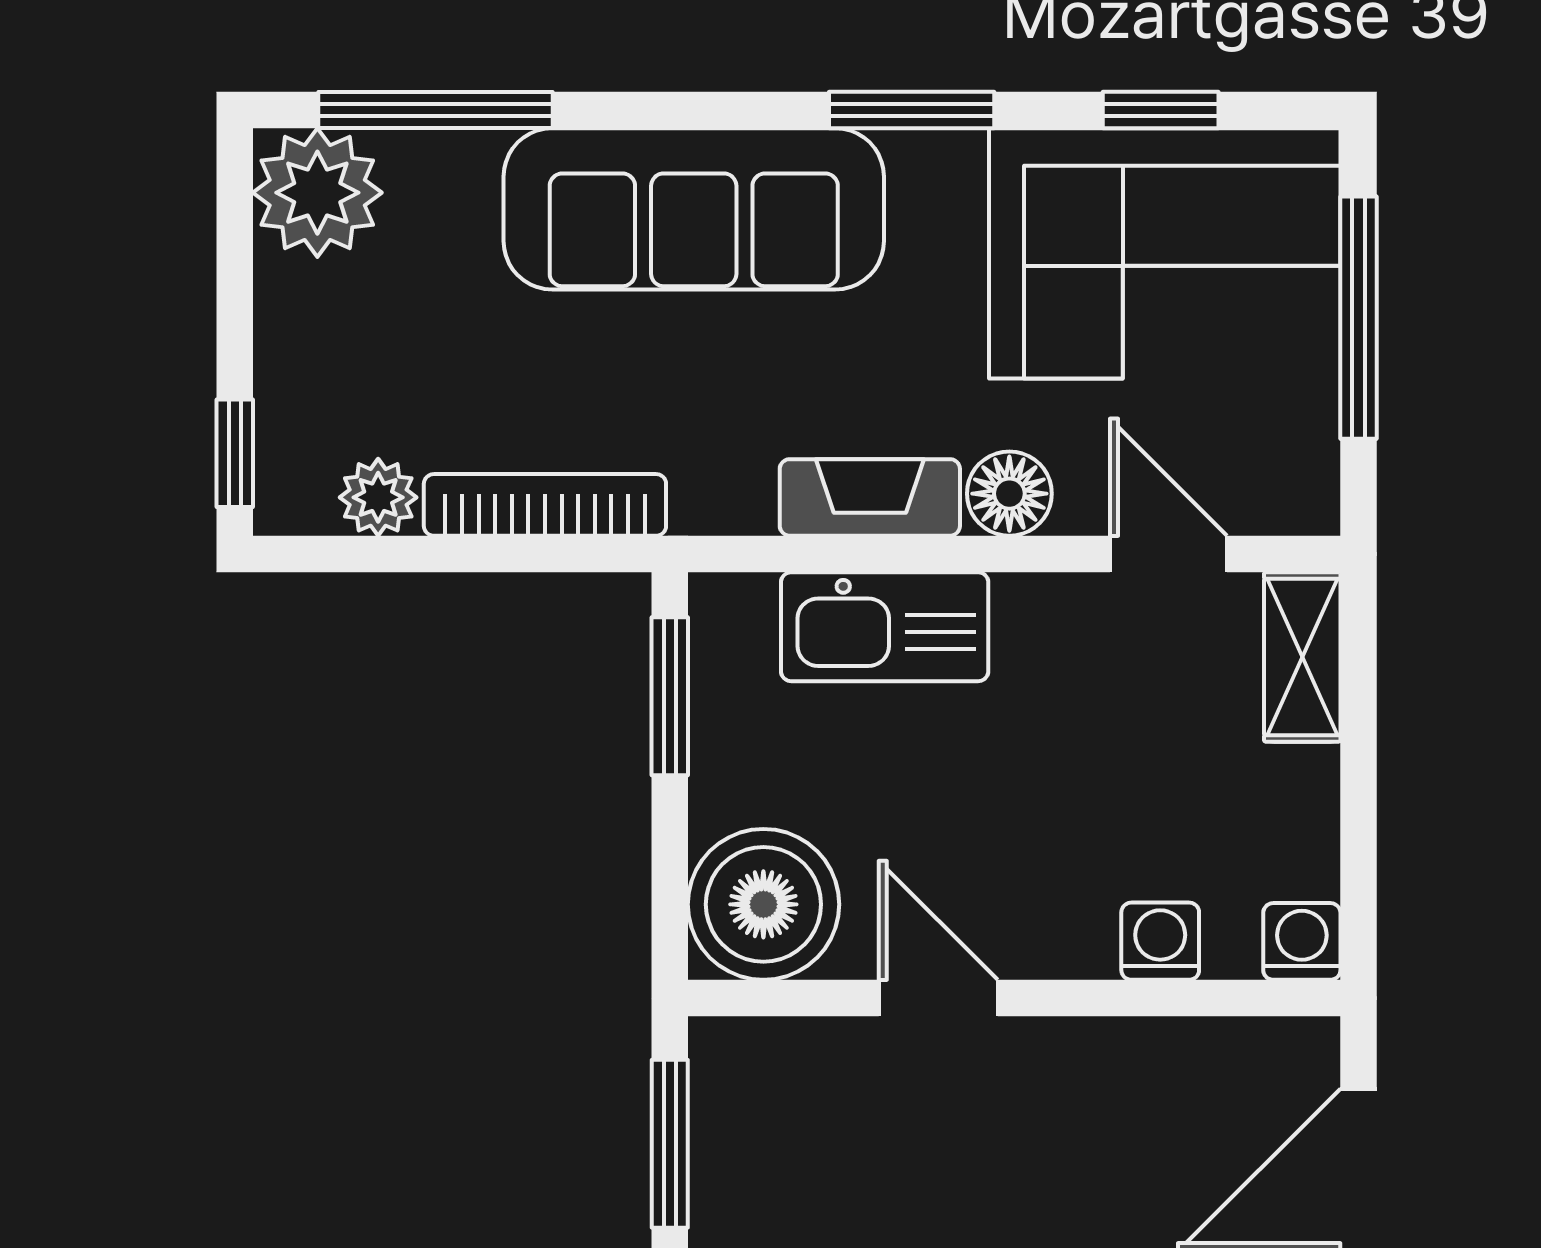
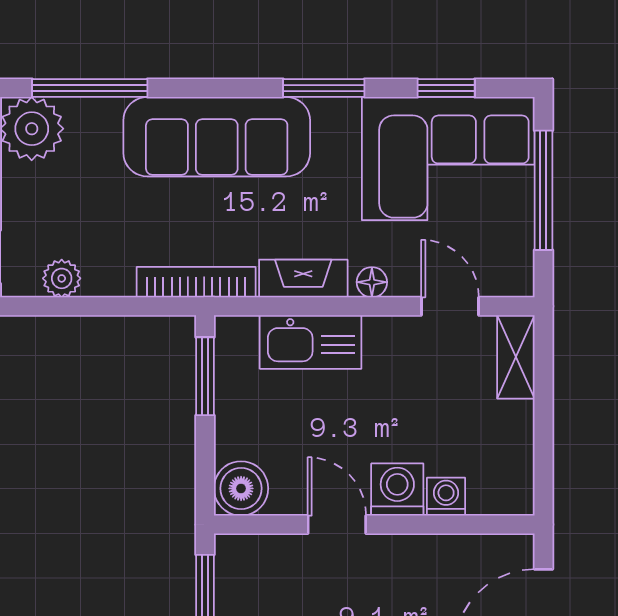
floor lamp: (1009, 494) -> (372, 282), width x0.73, depth x0.73
bookcase: (545, 505) -> (196, 282), moved
boiler: (763, 904) -> (241, 488), width x0.73, depth x0.73
washing machine: (1302, 941) -> (397, 490), moved, width x1.38, depth x1.38

